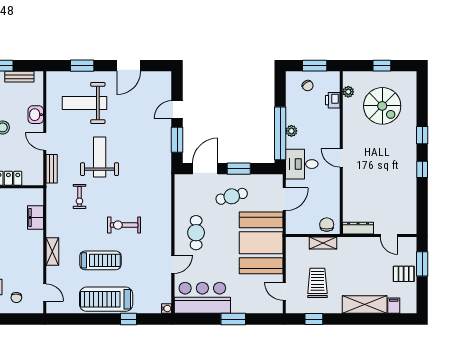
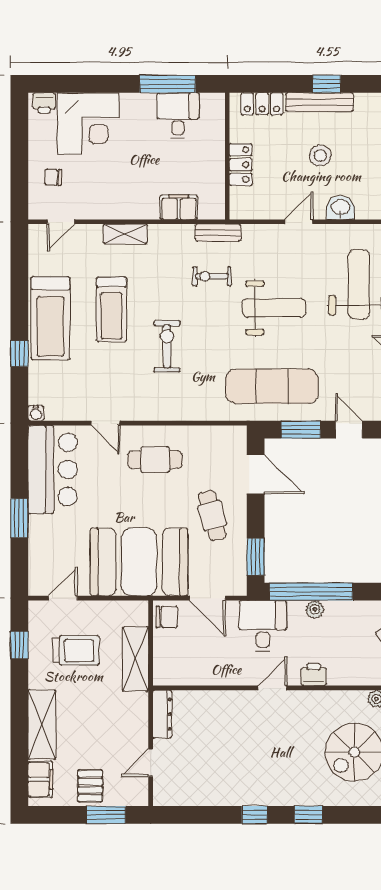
printer: (333, 100) -> (314, 674), moved
exercise mat: (149, 158) -> (272, 386), added
bench: (52, 169) -> (218, 233), moved
window: (239, 169) -> (256, 557), moved
chair: (327, 225) -> (167, 617), moved
shelving: (323, 243) -> (136, 659), width x1.50, depth x1.33
treadmill: (106, 299) -> (50, 318), turned 180
filing cabinet: (394, 306) -> (40, 779), width x2.00

